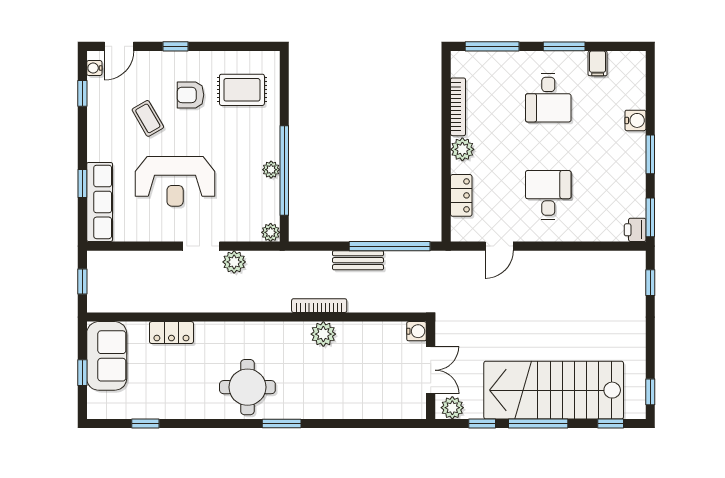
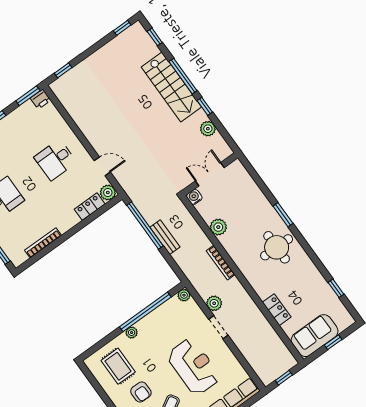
plant: (462, 149) -> (108, 193), moved
plant: (271, 170) -> (132, 333), moved
bookcase: (319, 306) -> (221, 263), moved
water cooler: (416, 331) -> (194, 197), moved
double door: (431, 370) -> (210, 174), moved
wall: (431, 370) -> (210, 174), moved
stairs: (554, 390) -> (171, 87), width x0.73, depth x0.66

